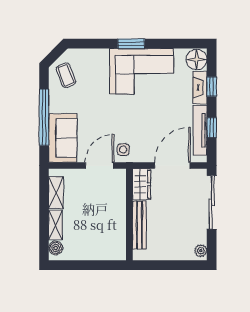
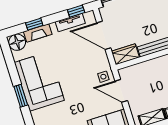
window: (212, 128) -> (76, 11), moved
tv unit: (200, 130) -> (70, 23), width x0.71

